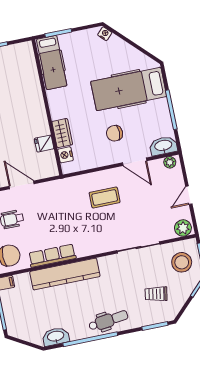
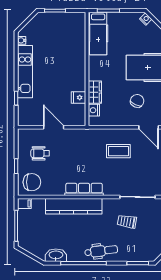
chair: (115, 133) -> (137, 101), turned 115
row of seats: (52, 256) -> (84, 189), moved
trolley: (156, 294) -> (127, 221), moved

